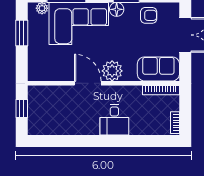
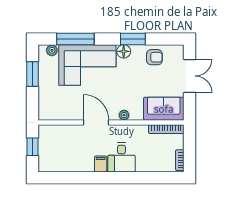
plant: (112, 71) -> (124, 115), width x0.53, depth x0.53
filing cabinet: (93, 127) -> (101, 164), added

